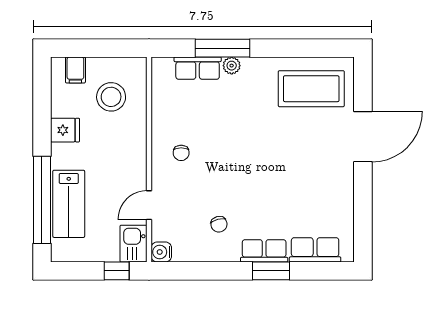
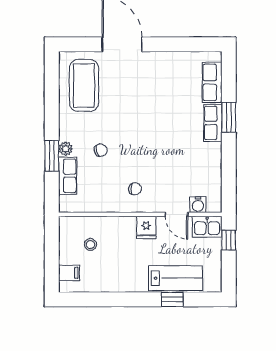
window: (223, 48) -> (52, 156), width x0.69
stool: (111, 97) -> (90, 244), width x0.53, depth x0.53
fridge: (65, 130) -> (146, 227), moved, turned 180
window: (42, 200) -> (172, 299), width x0.32
chair: (219, 224) -> (101, 150), moved
water cooler: (161, 252) -> (198, 205), moved

